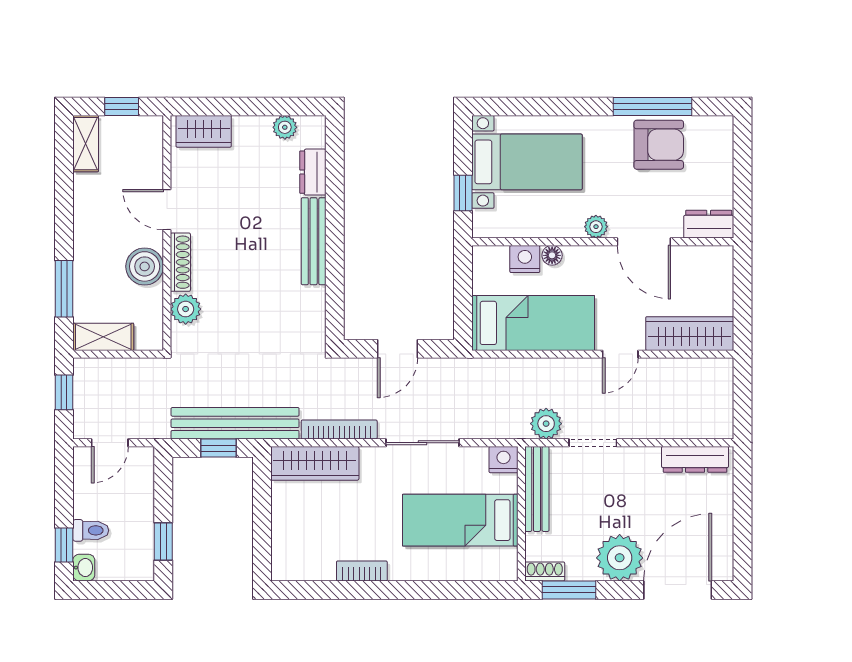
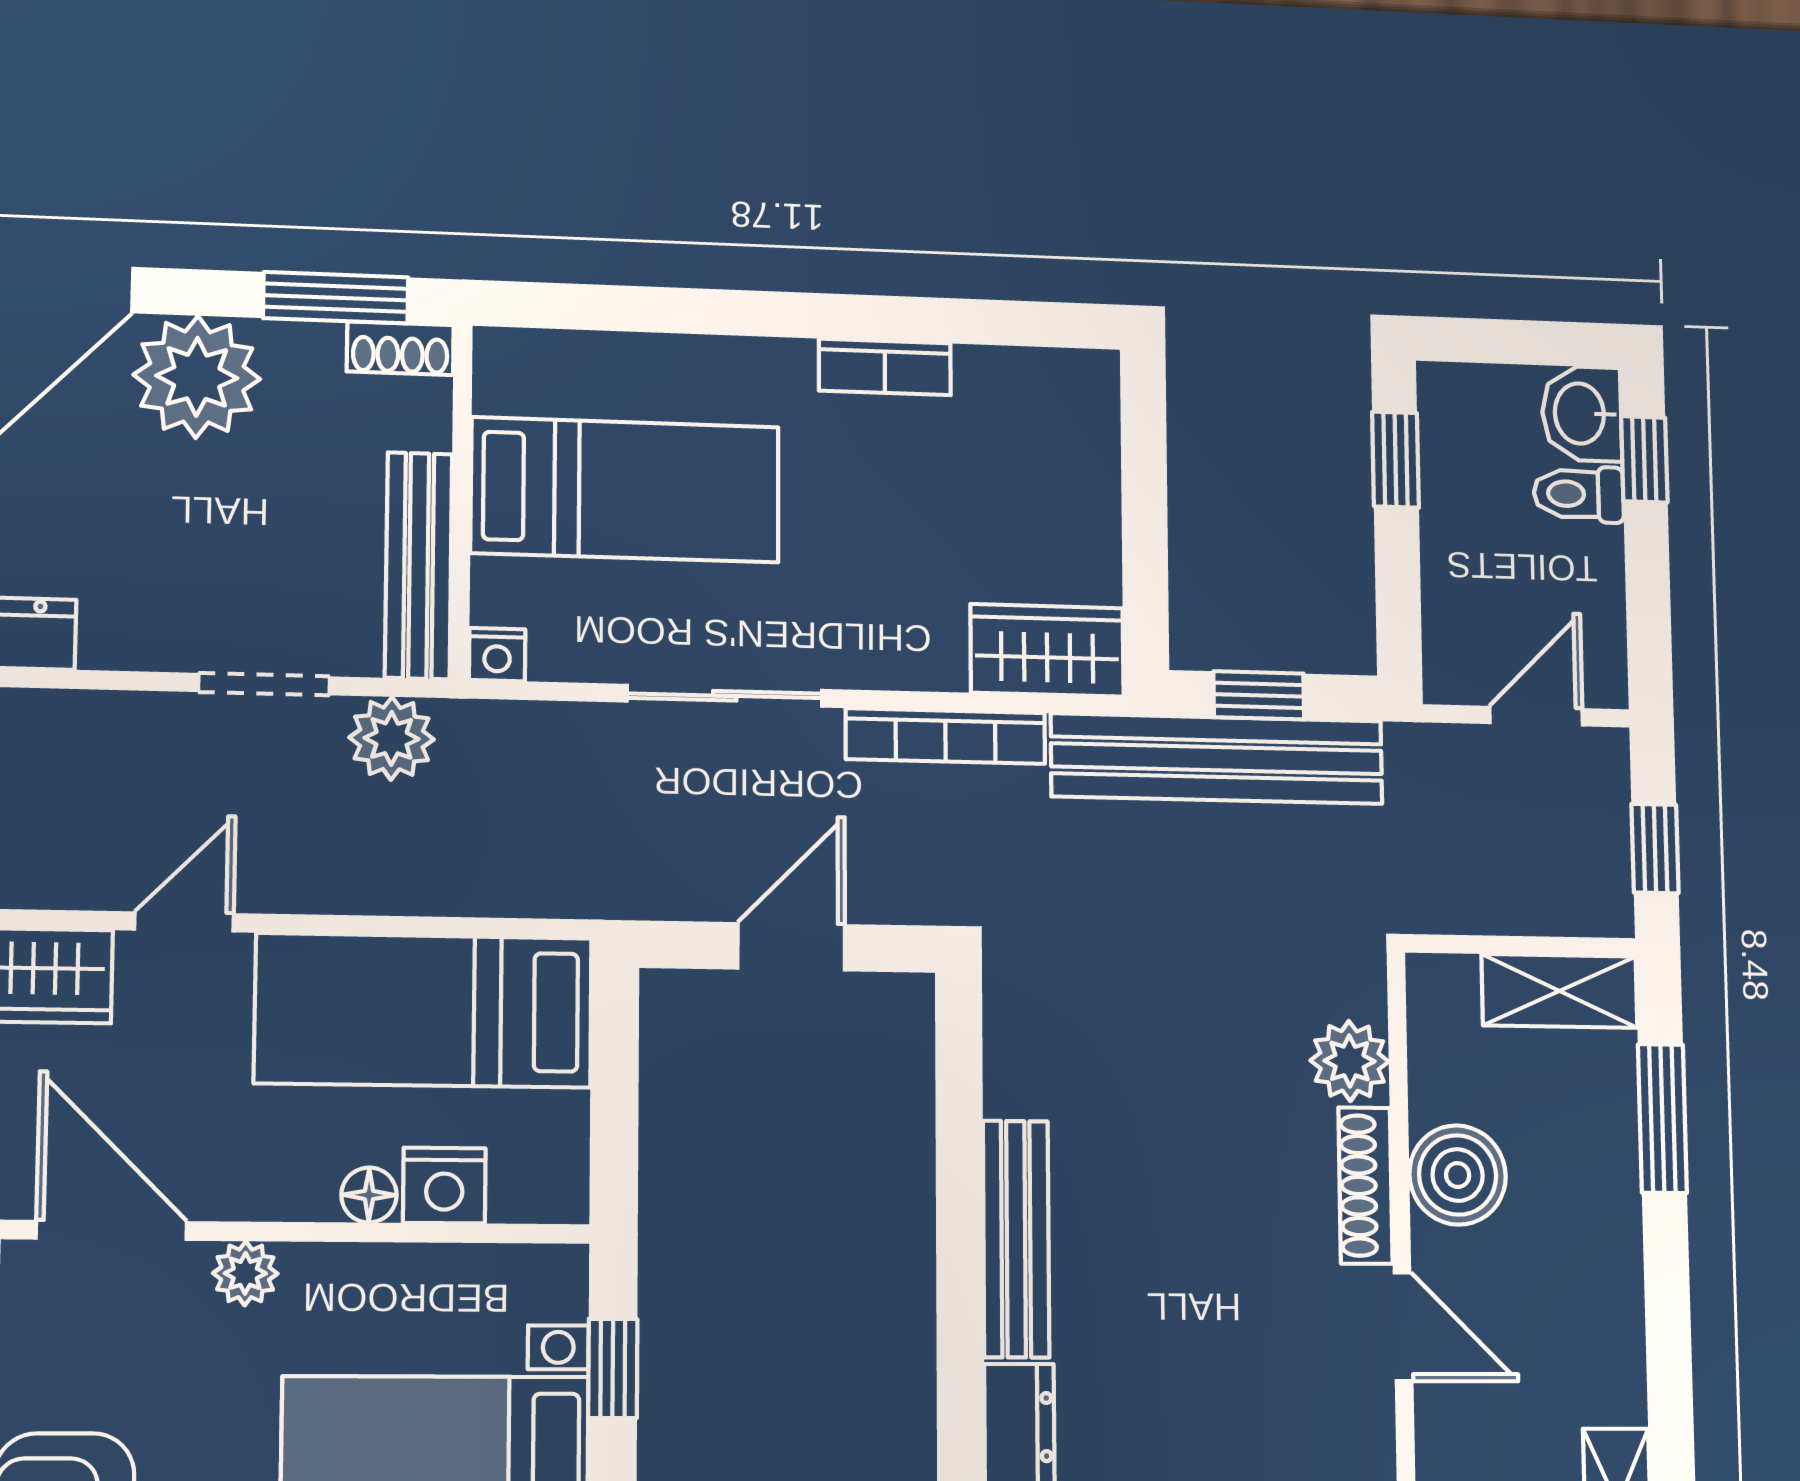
nightstand: (504, 460) -> (497, 655), width x0.72, depth x0.74
wardrobe: (315, 463) -> (1047, 650), width x0.67
washbasin: (84, 568) -> (1582, 414), width x1.38, depth x1.45

